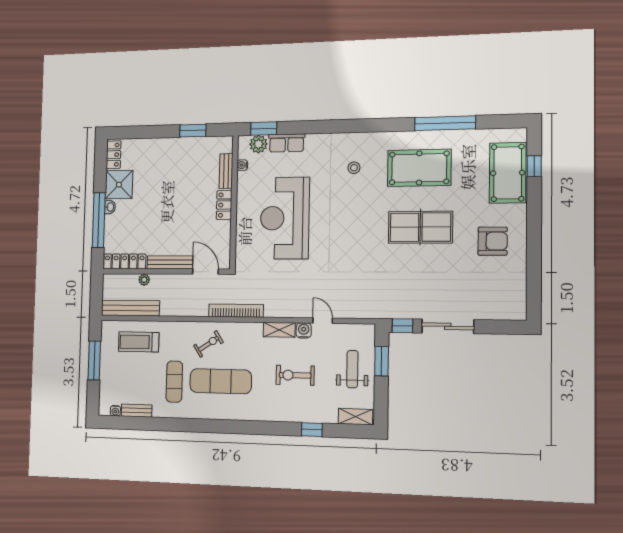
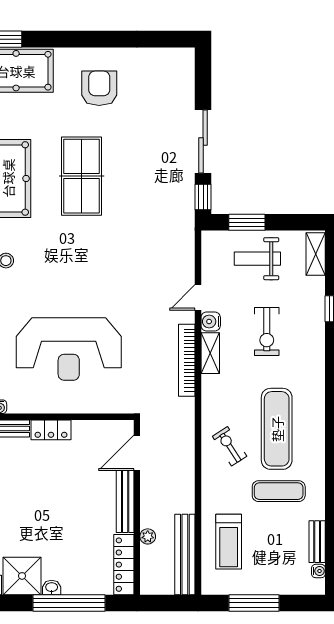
bookcase: (236, 311) -> (187, 360), moved

